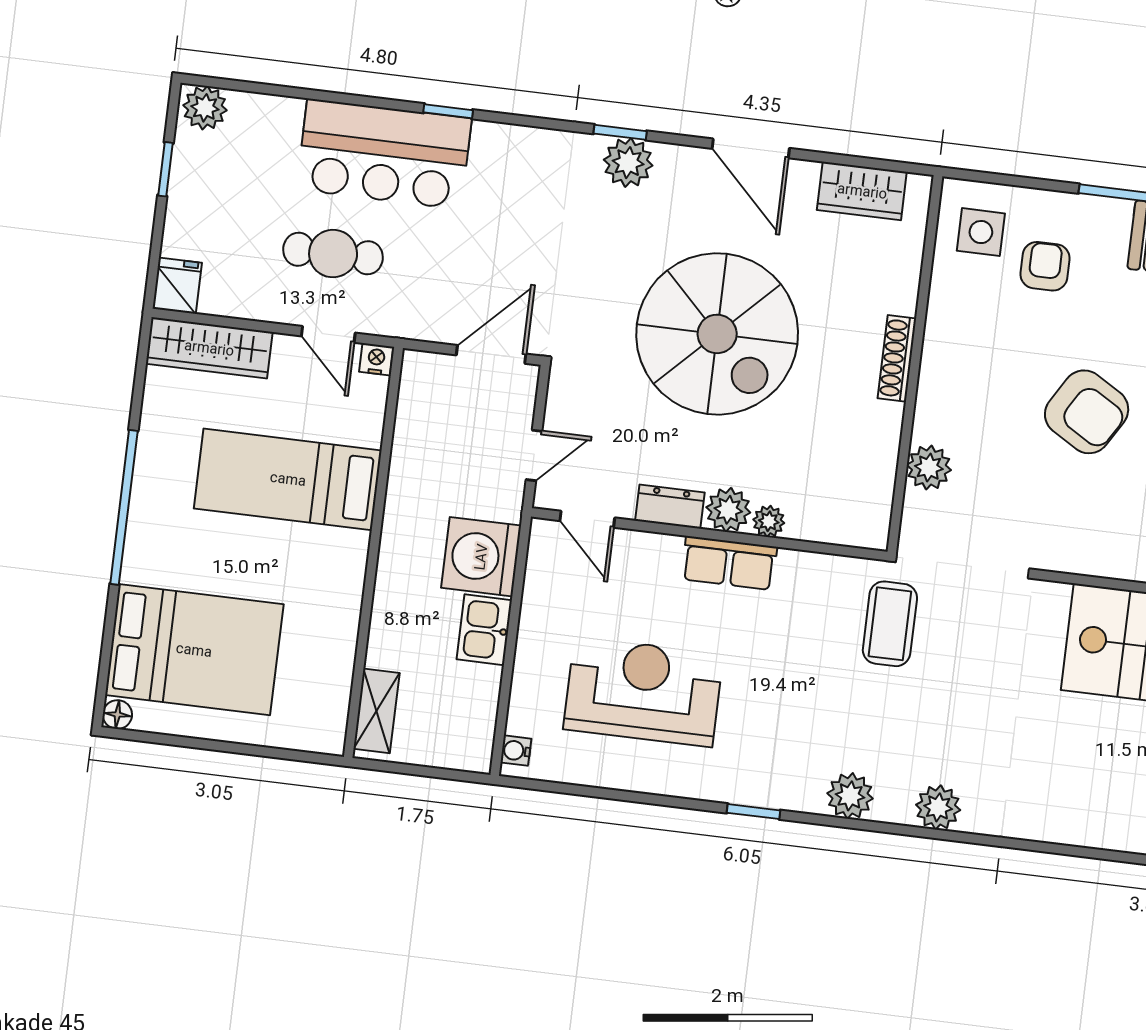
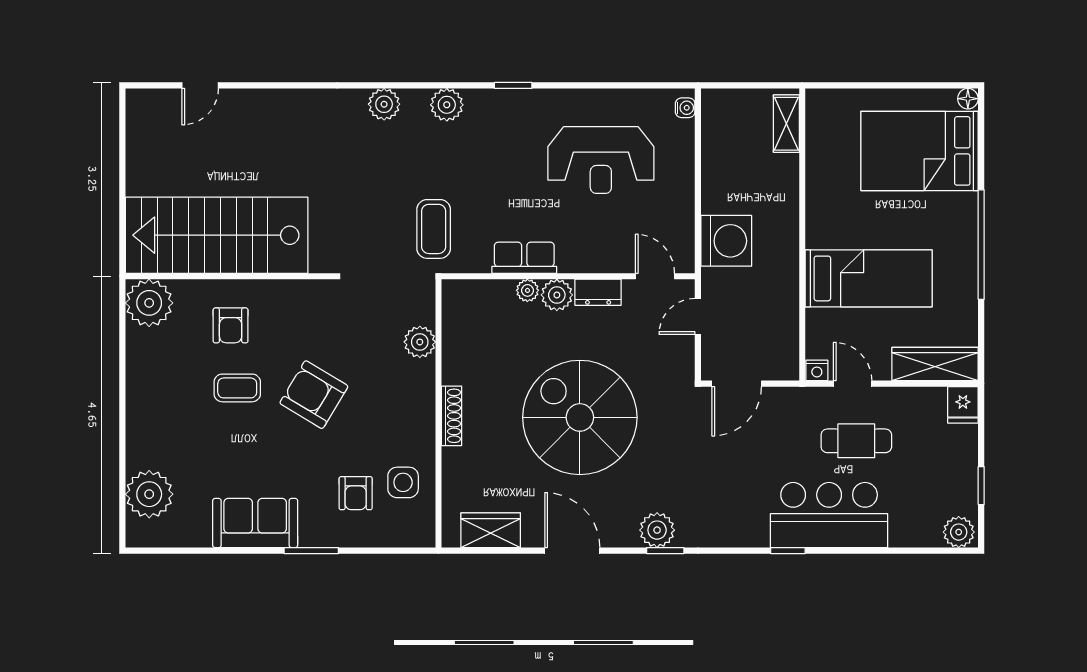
side table: (981, 232) -> (403, 482), moved
row of seats: (729, 563) -> (524, 258), moved
kitchen sink: (484, 630) -> (718, 190), removed

